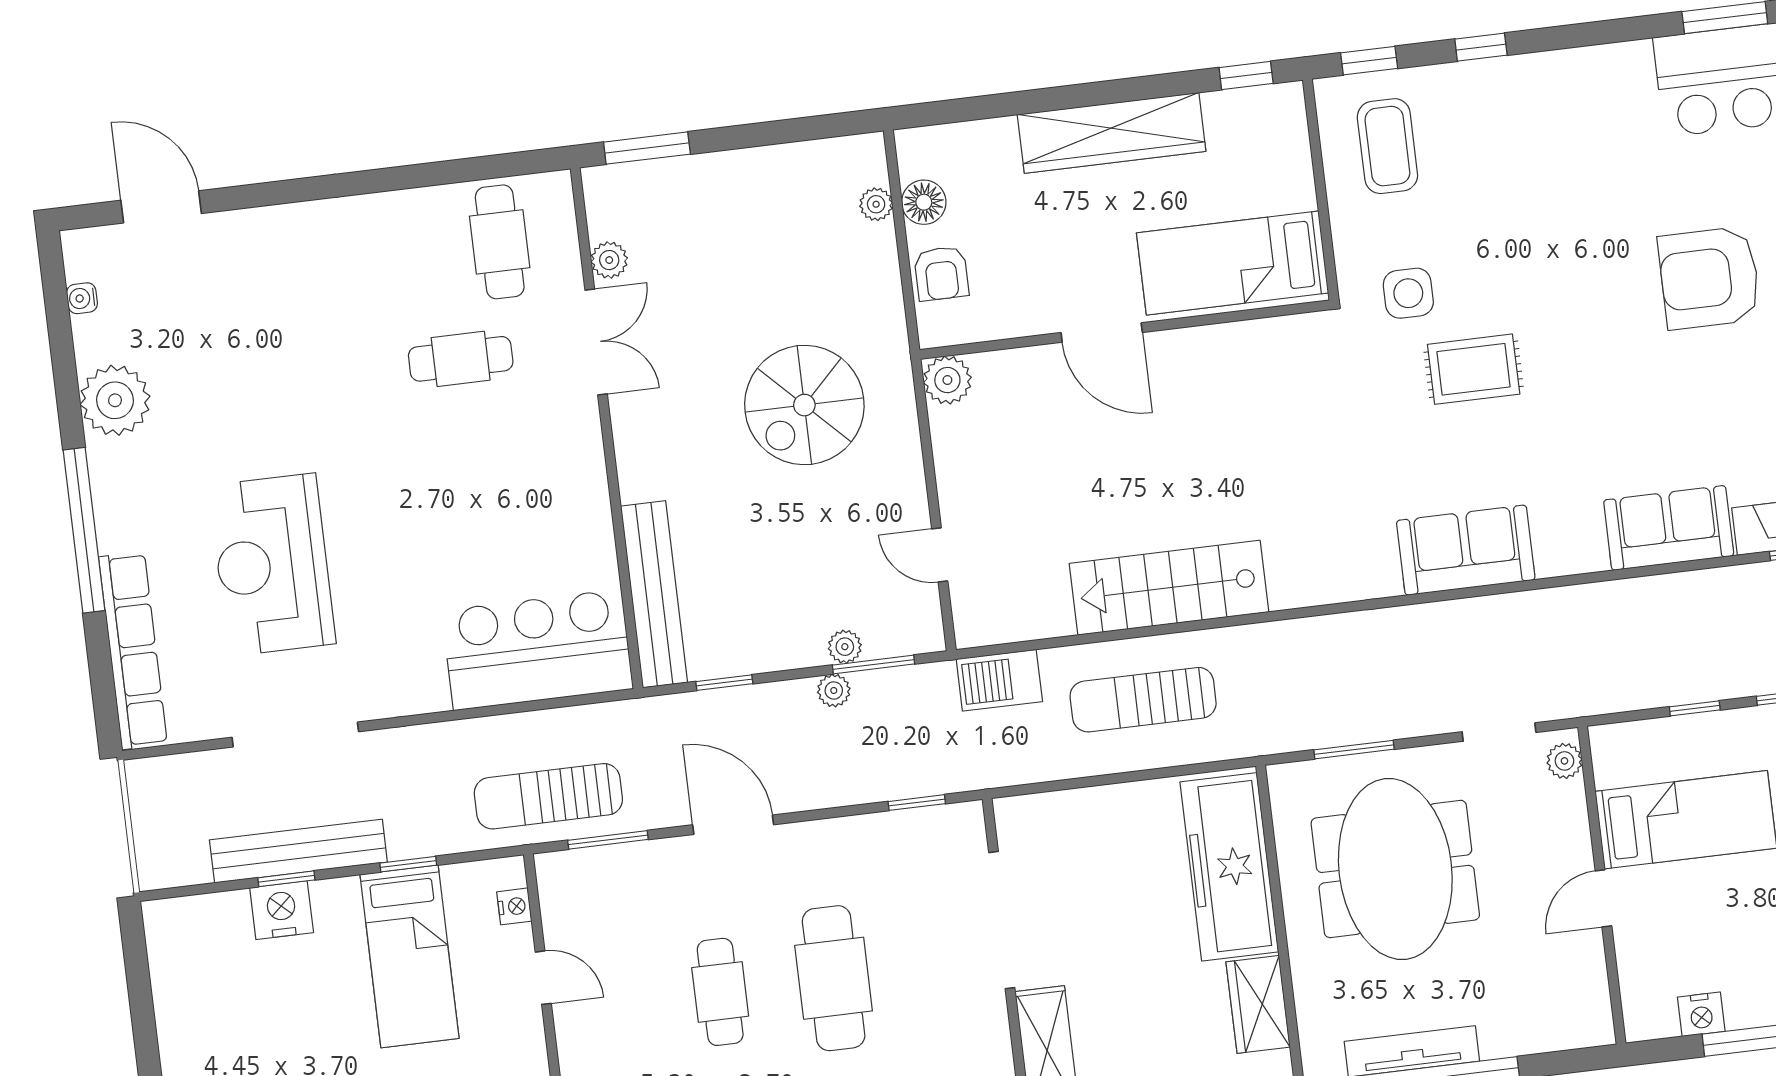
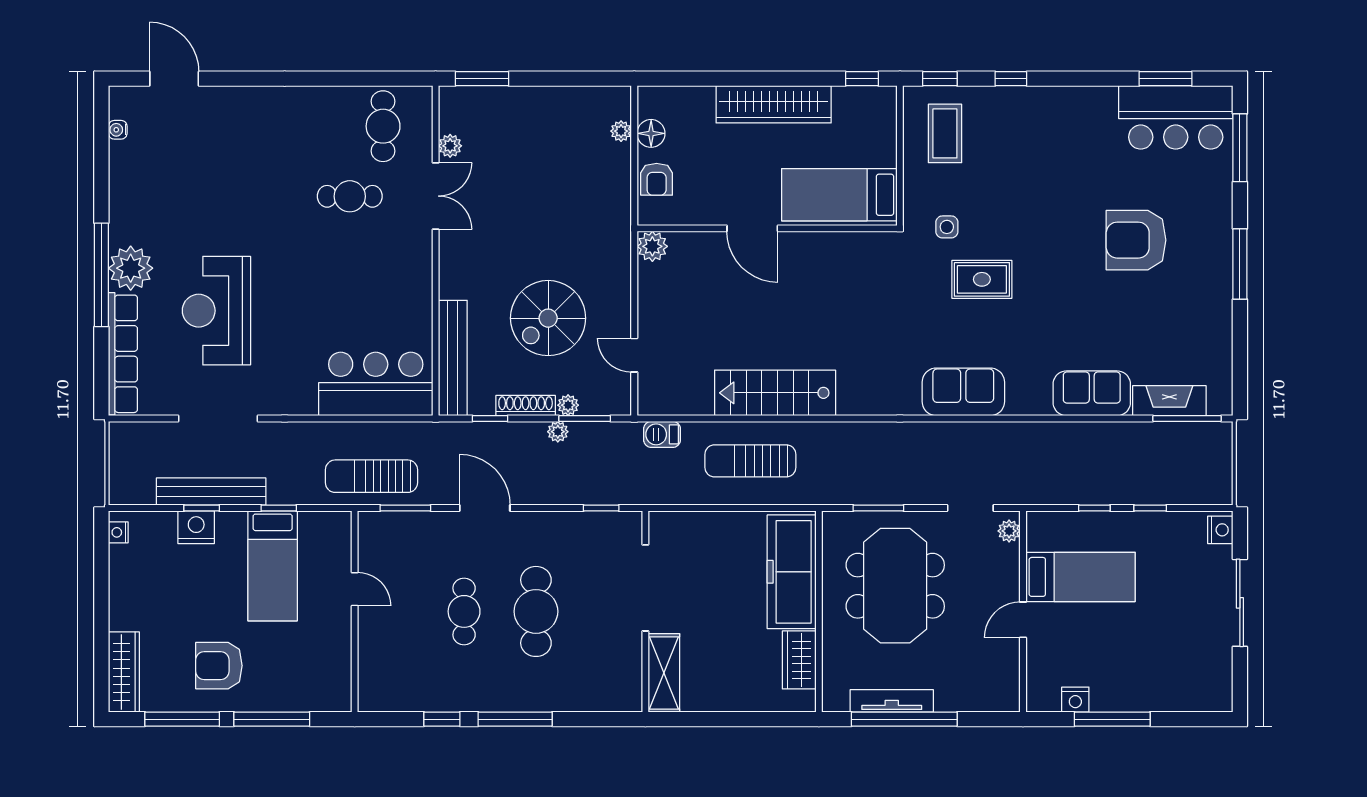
side table: (1408, 293) -> (947, 227), width x0.73, depth x0.73
plant: (115, 400) -> (131, 268), moved
spiral stairs: (804, 405) -> (548, 318), moved
shoe rack: (778, 655) -> (526, 406), added
barbecue: (999, 680) -> (662, 434), width x0.73, depth x0.79
nightstand: (514, 906) -> (118, 532), moved, turned 180

